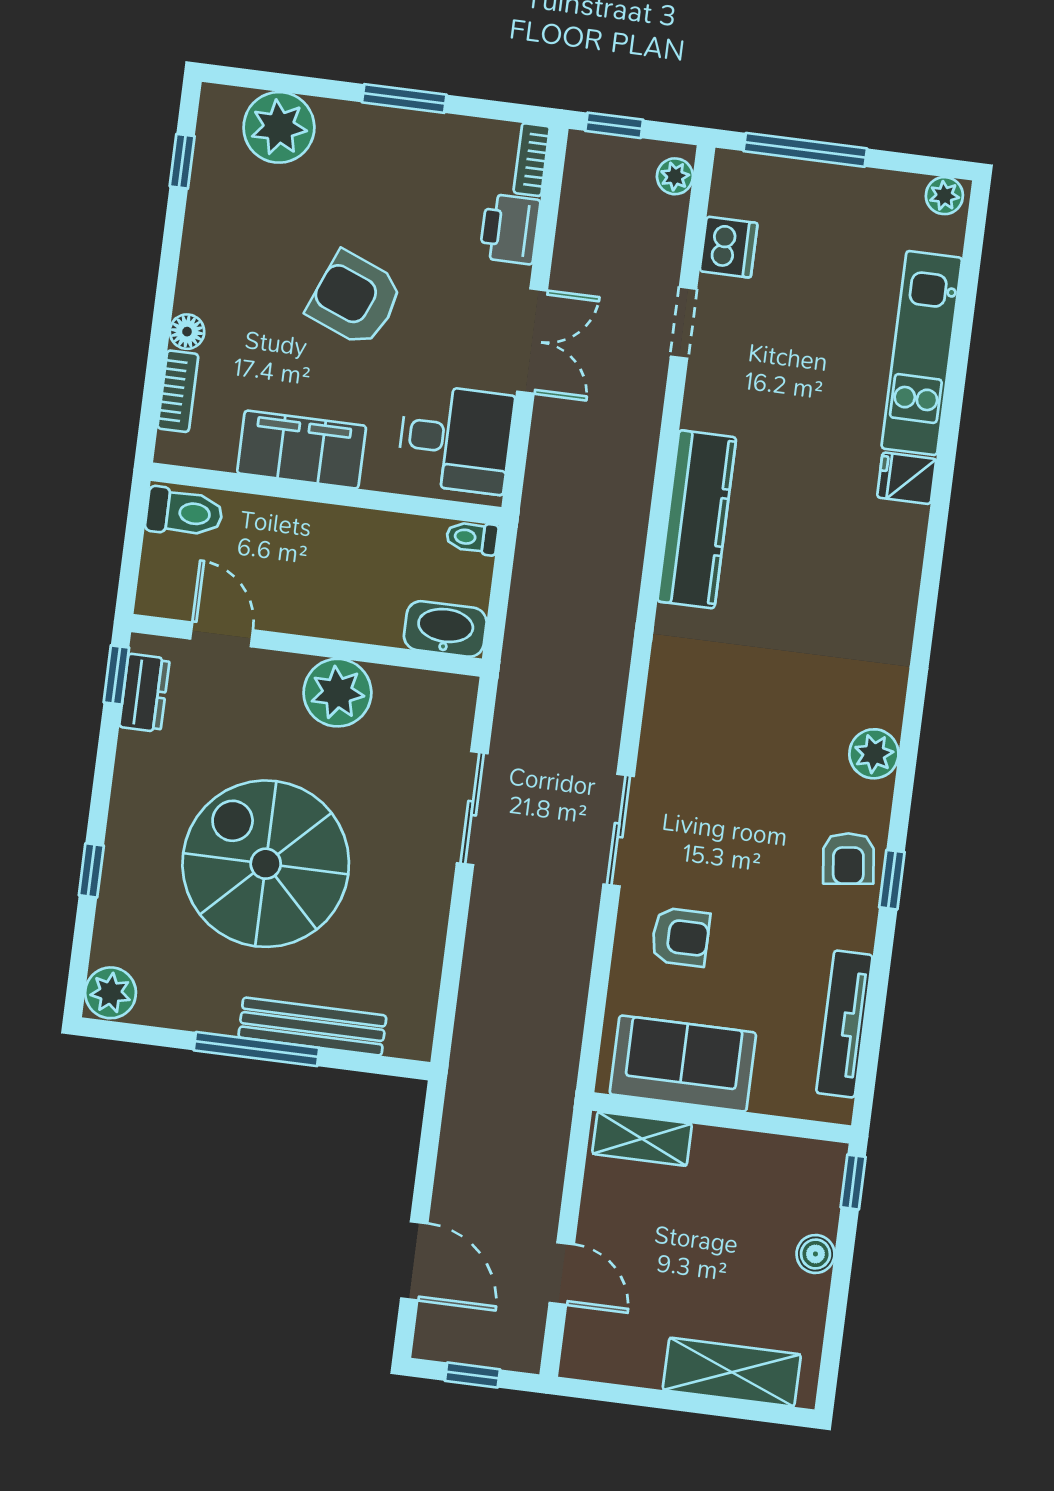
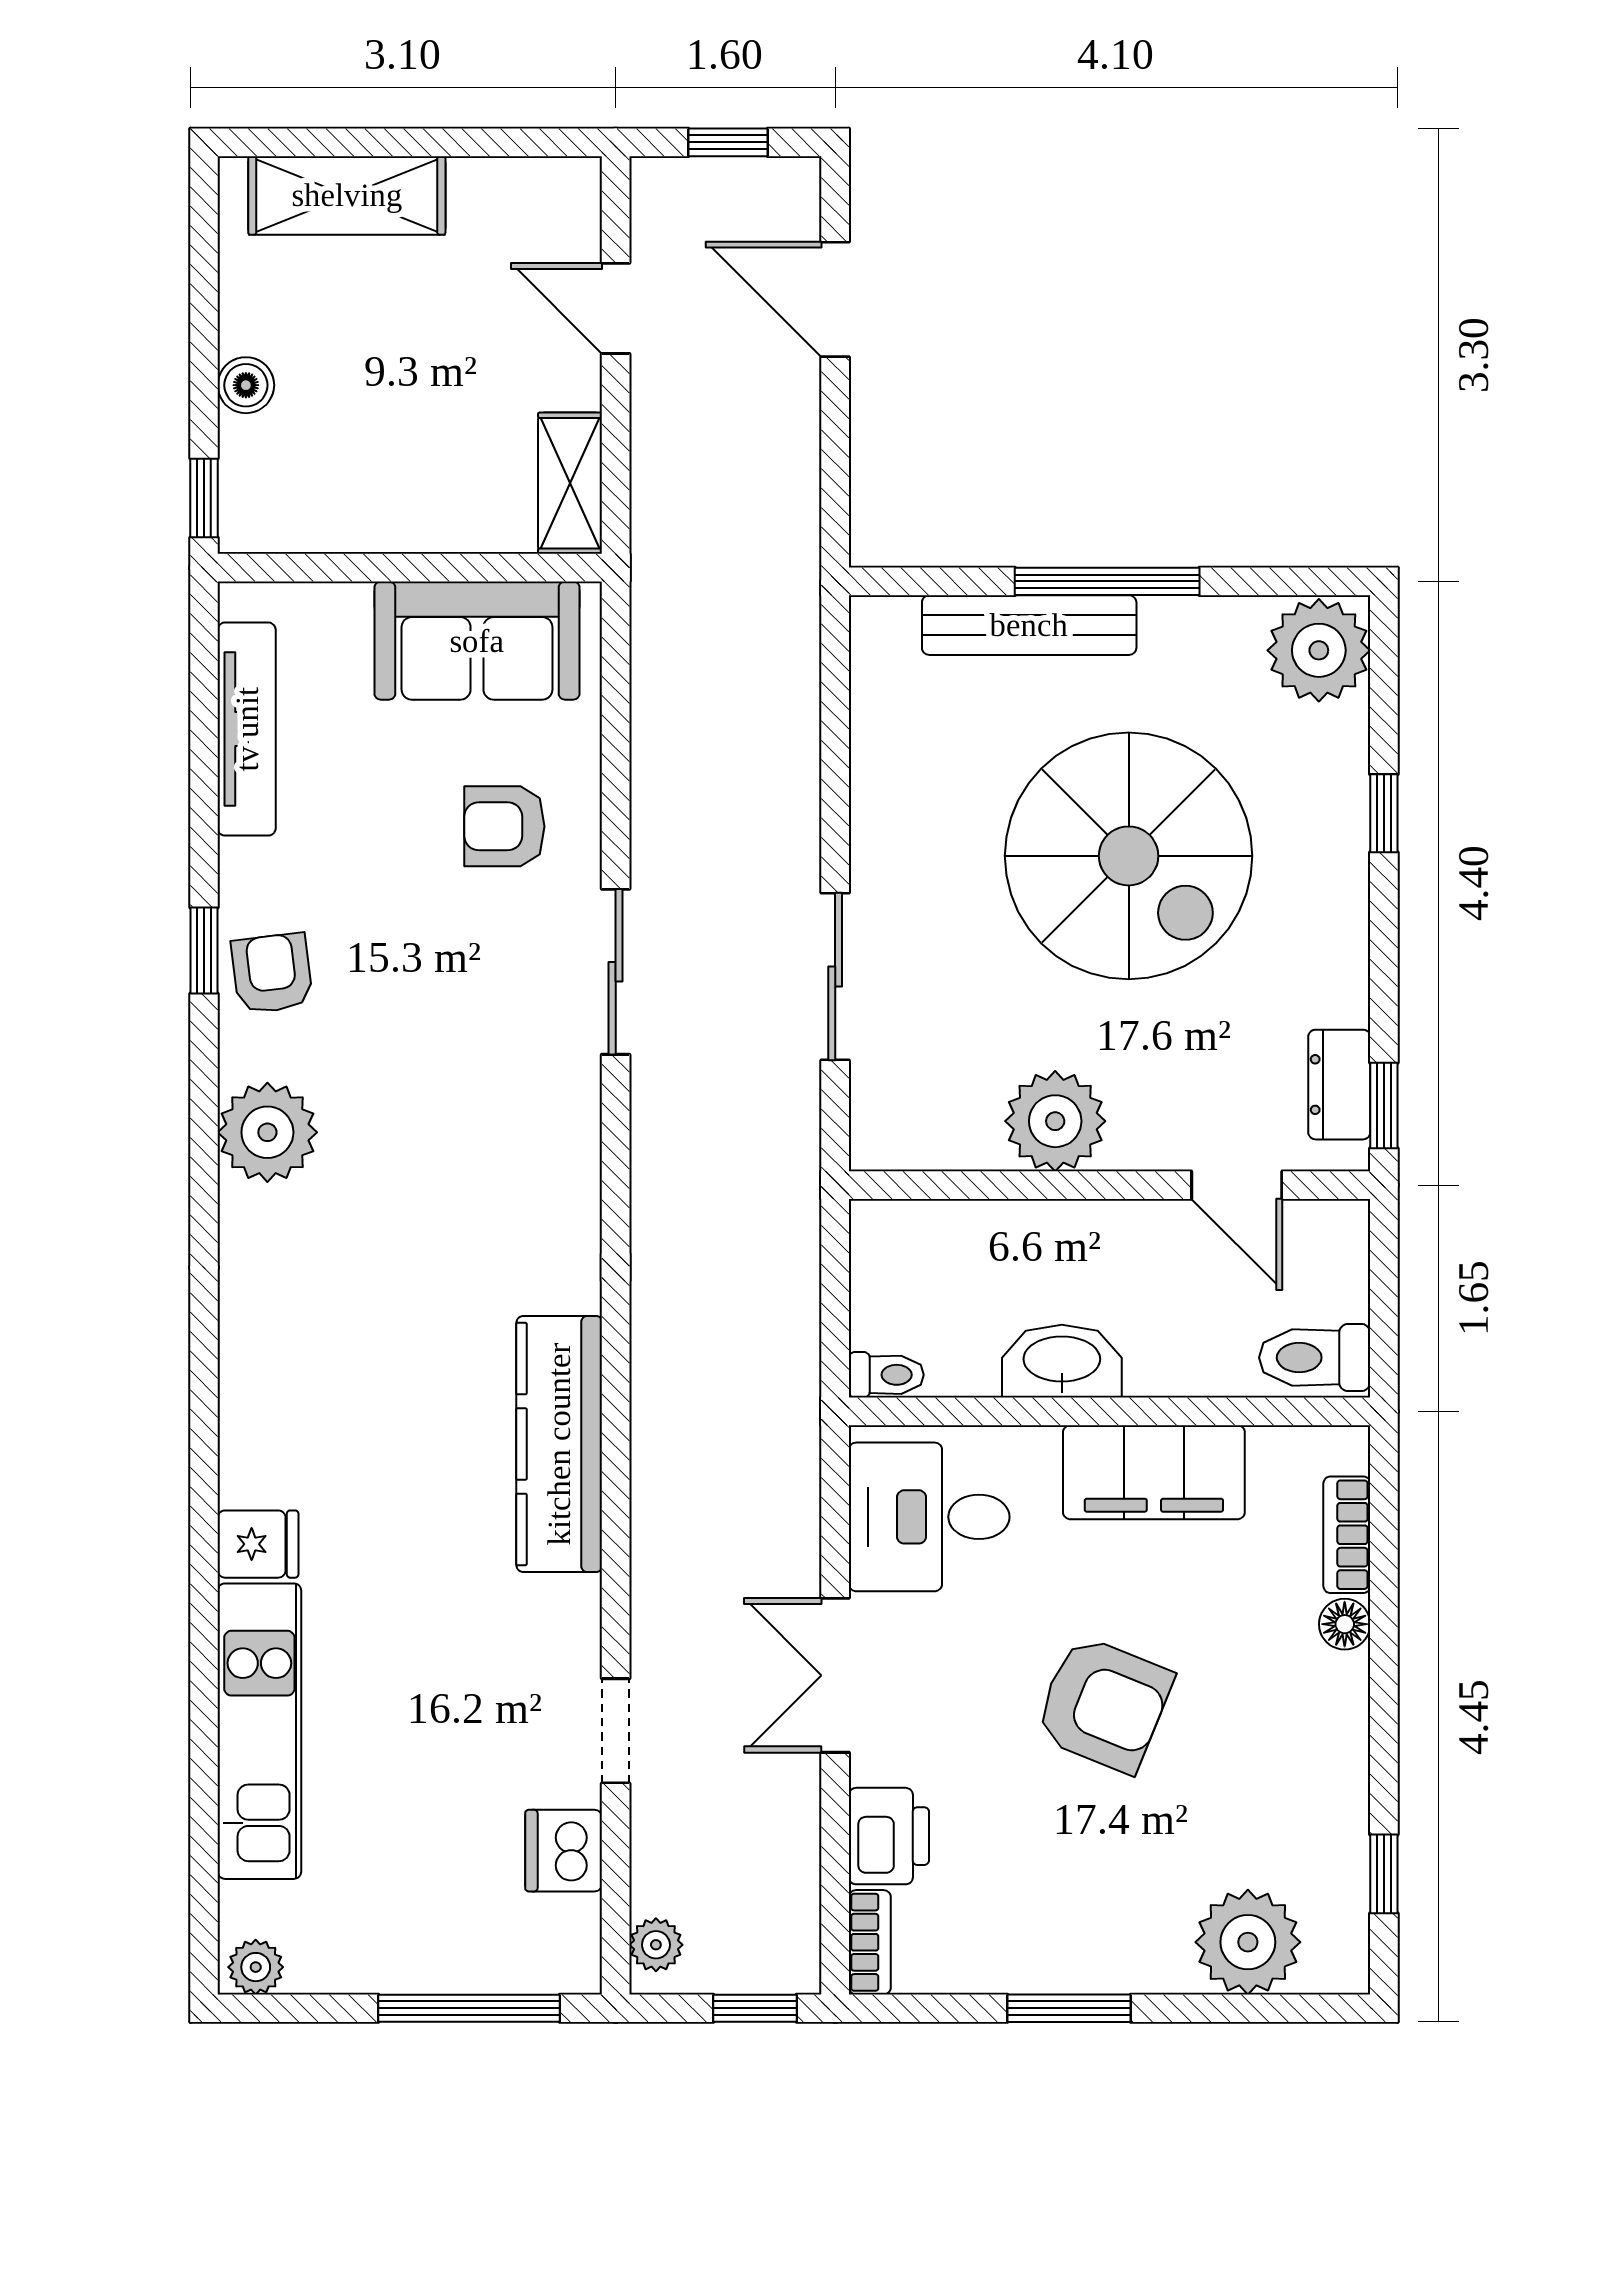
washbasin: (445, 629) -> (1062, 1361), moved, turned 180
plant: (874, 754) -> (267, 1132), width x1.36, depth x1.36
plant: (111, 993) -> (1319, 650), width x1.36, depth x1.36
shelving: (642, 1139) -> (570, 483), moved, turned 90

